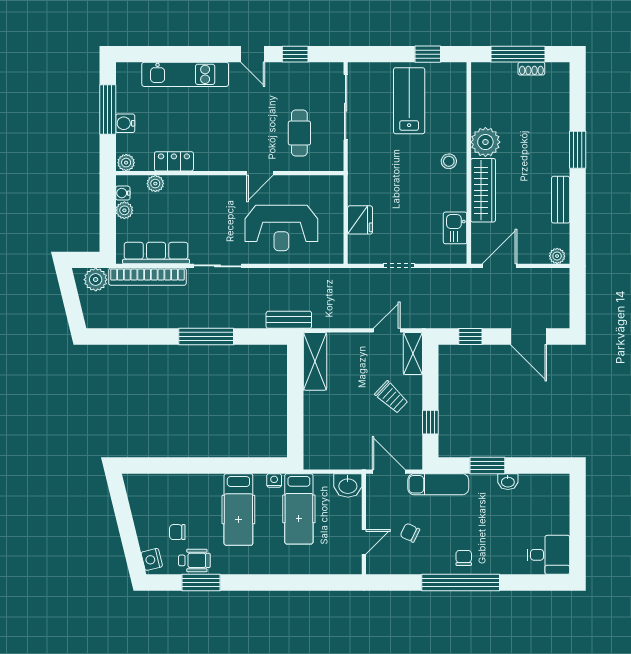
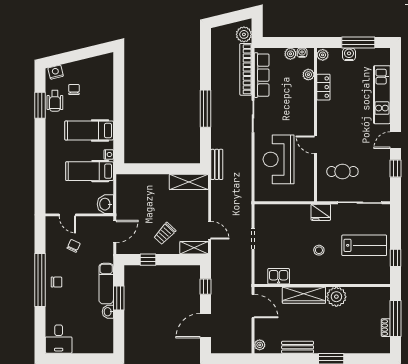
stool: (449, 161) -> (319, 250), moved
fridge: (360, 220) -> (321, 212), moved
exam couch: (438, 484) -> (106, 284), moved

